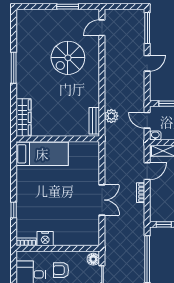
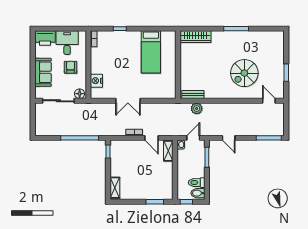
spiral stairs: (68, 58) -> (244, 73), turned -90
door: (147, 63) -> (229, 138), moved
bed: (42, 154) -> (151, 52), moved
nightstand: (45, 239) -> (96, 81), moved

